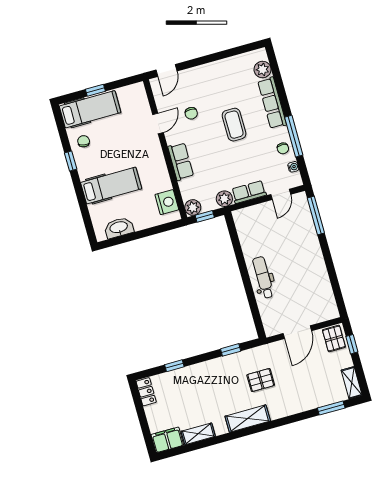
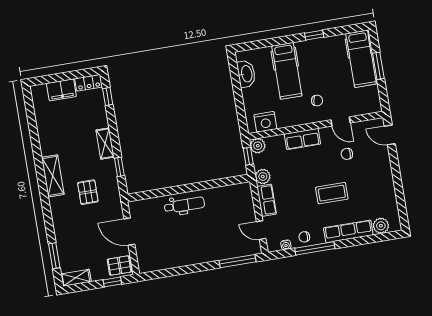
window: (95, 90) -> (378, 66), width x1.50
chair: (84, 141) -> (317, 101), moved
window: (174, 366) -> (108, 97), moved
shelving: (198, 434) -> (105, 144), moved
filing cabinet: (167, 440) -> (61, 90), moved, turned 90

